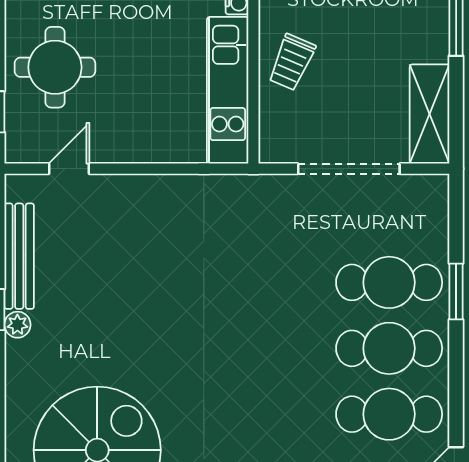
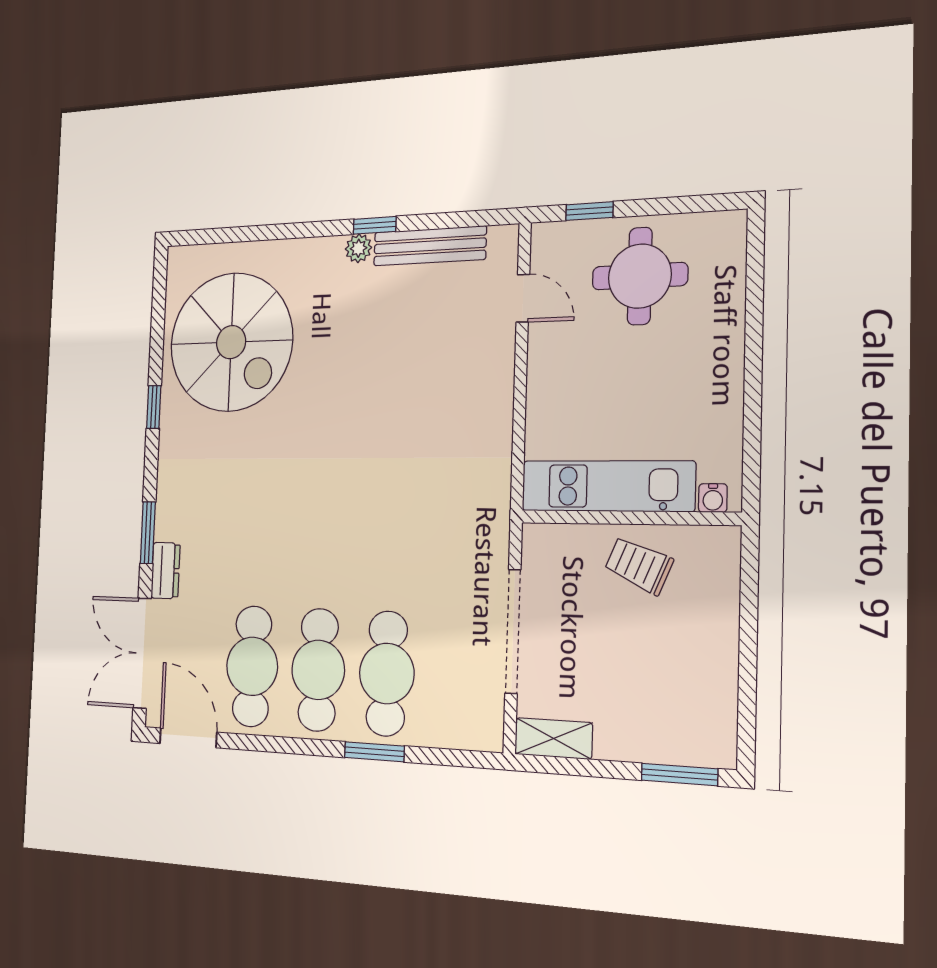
shelving: (430, 114) -> (554, 738), width x0.67, depth x0.75

